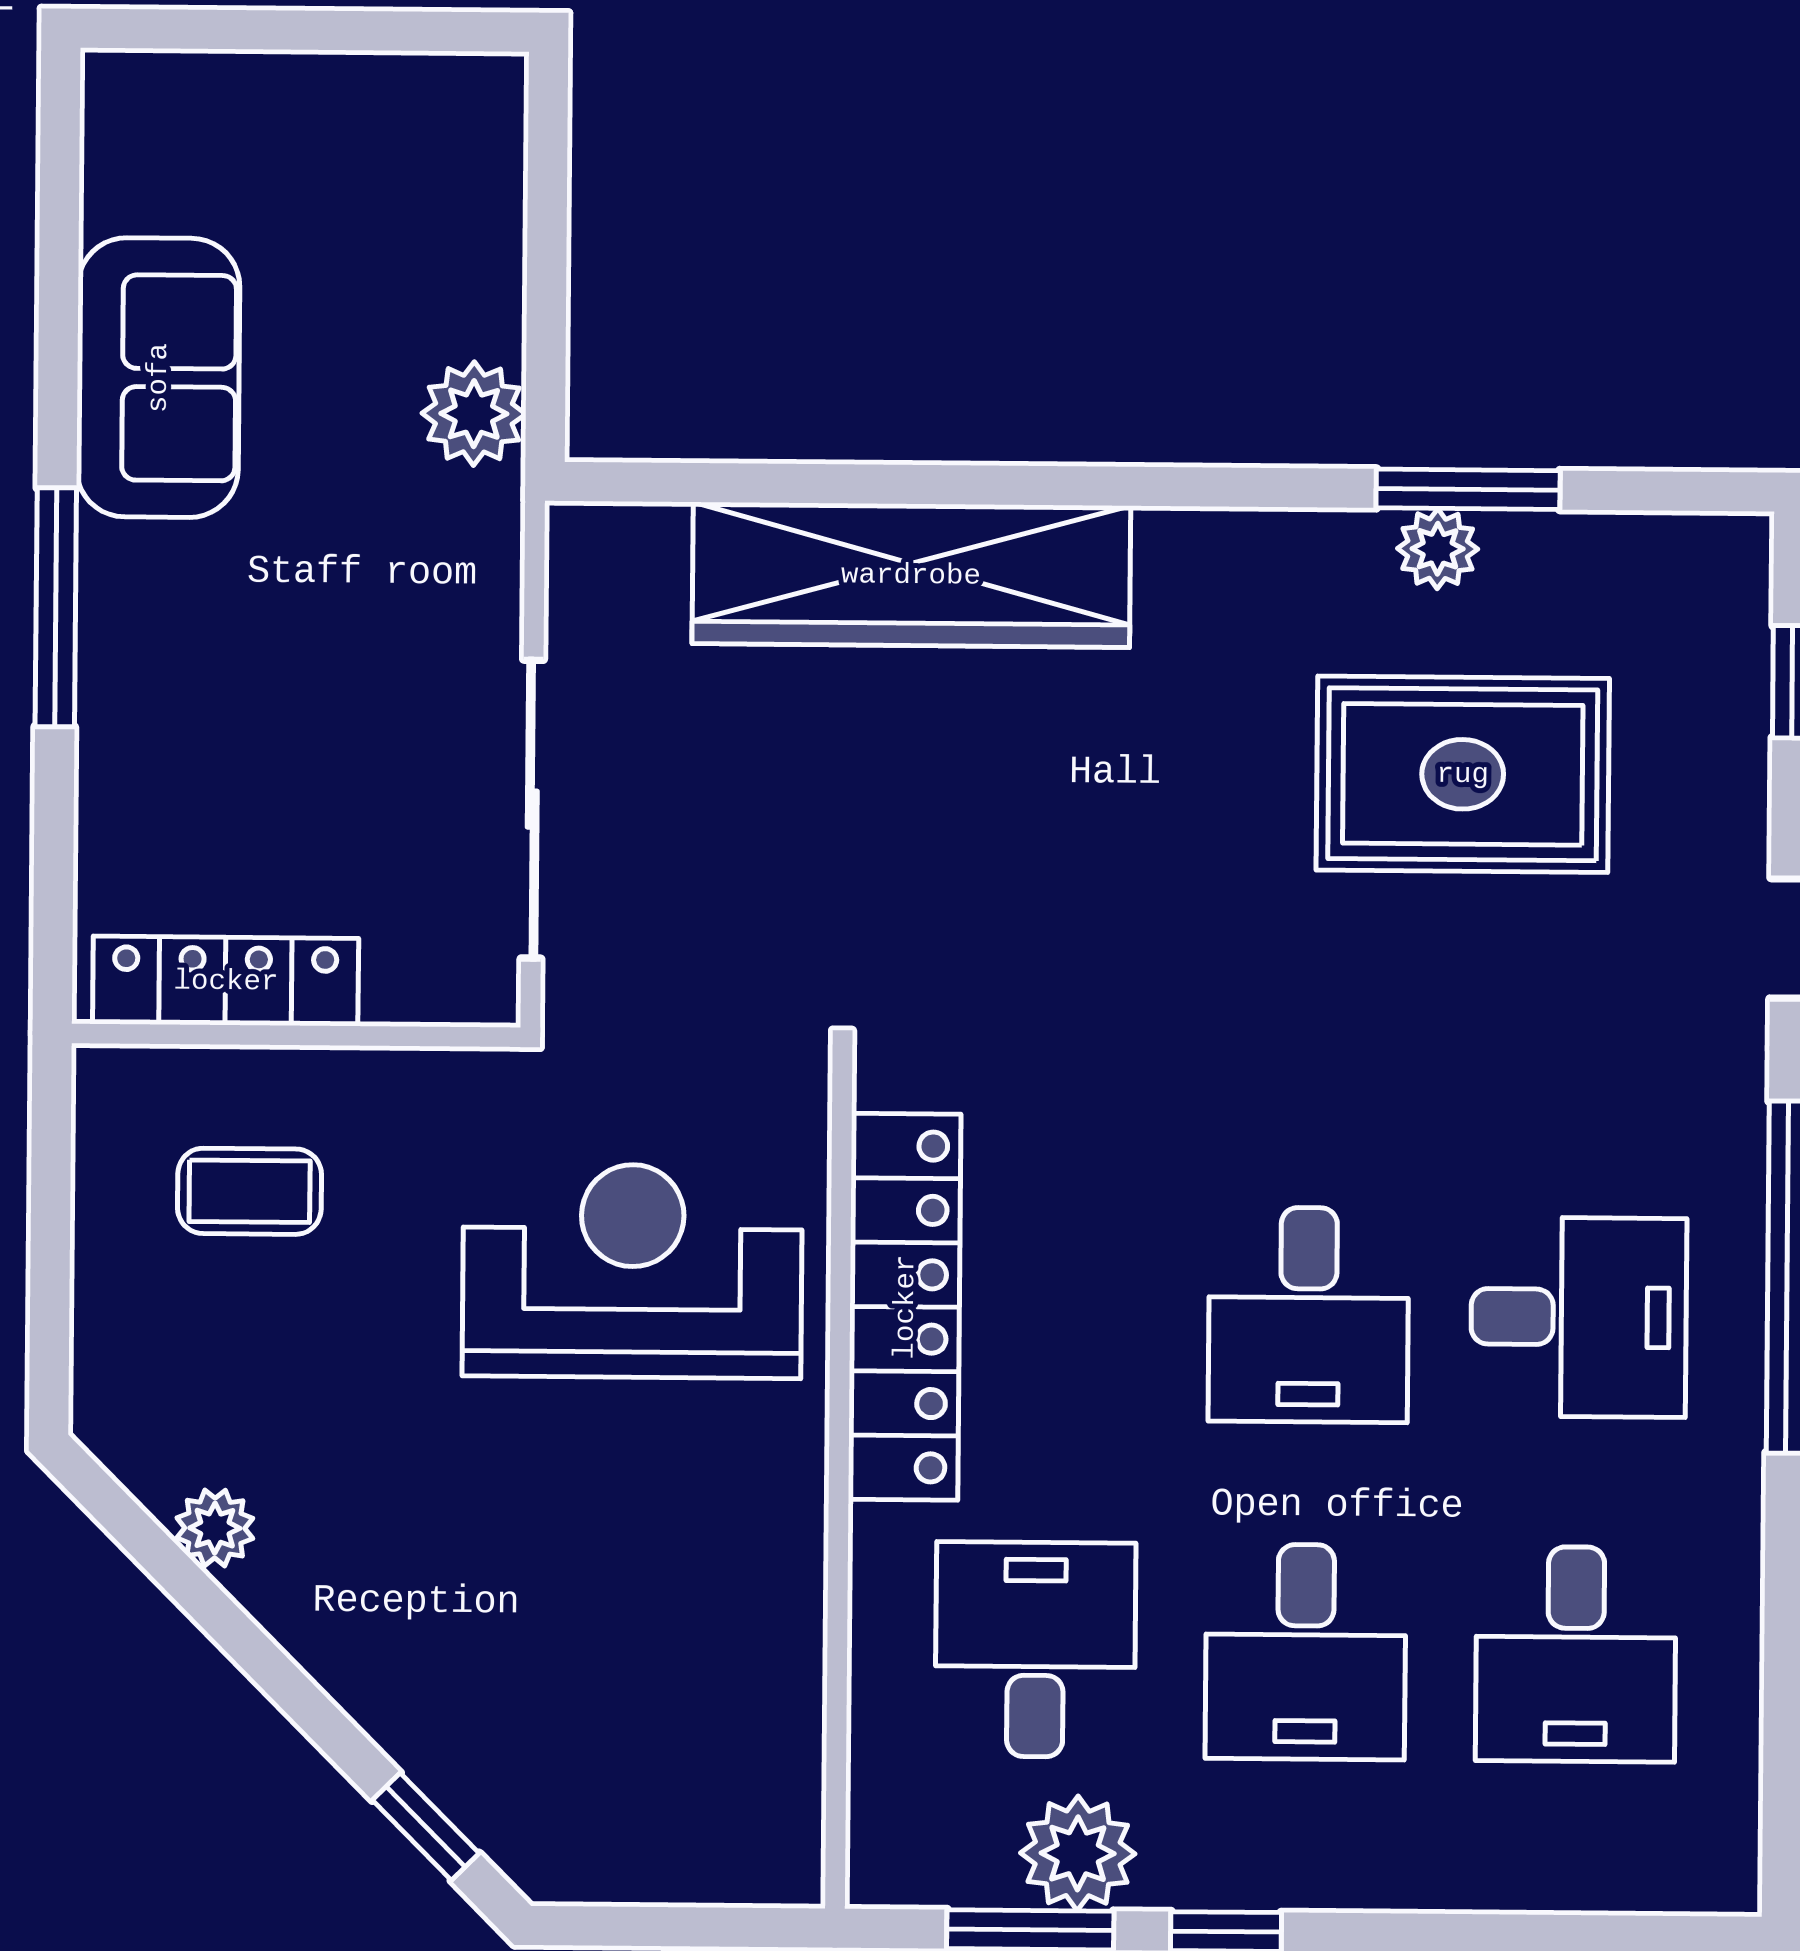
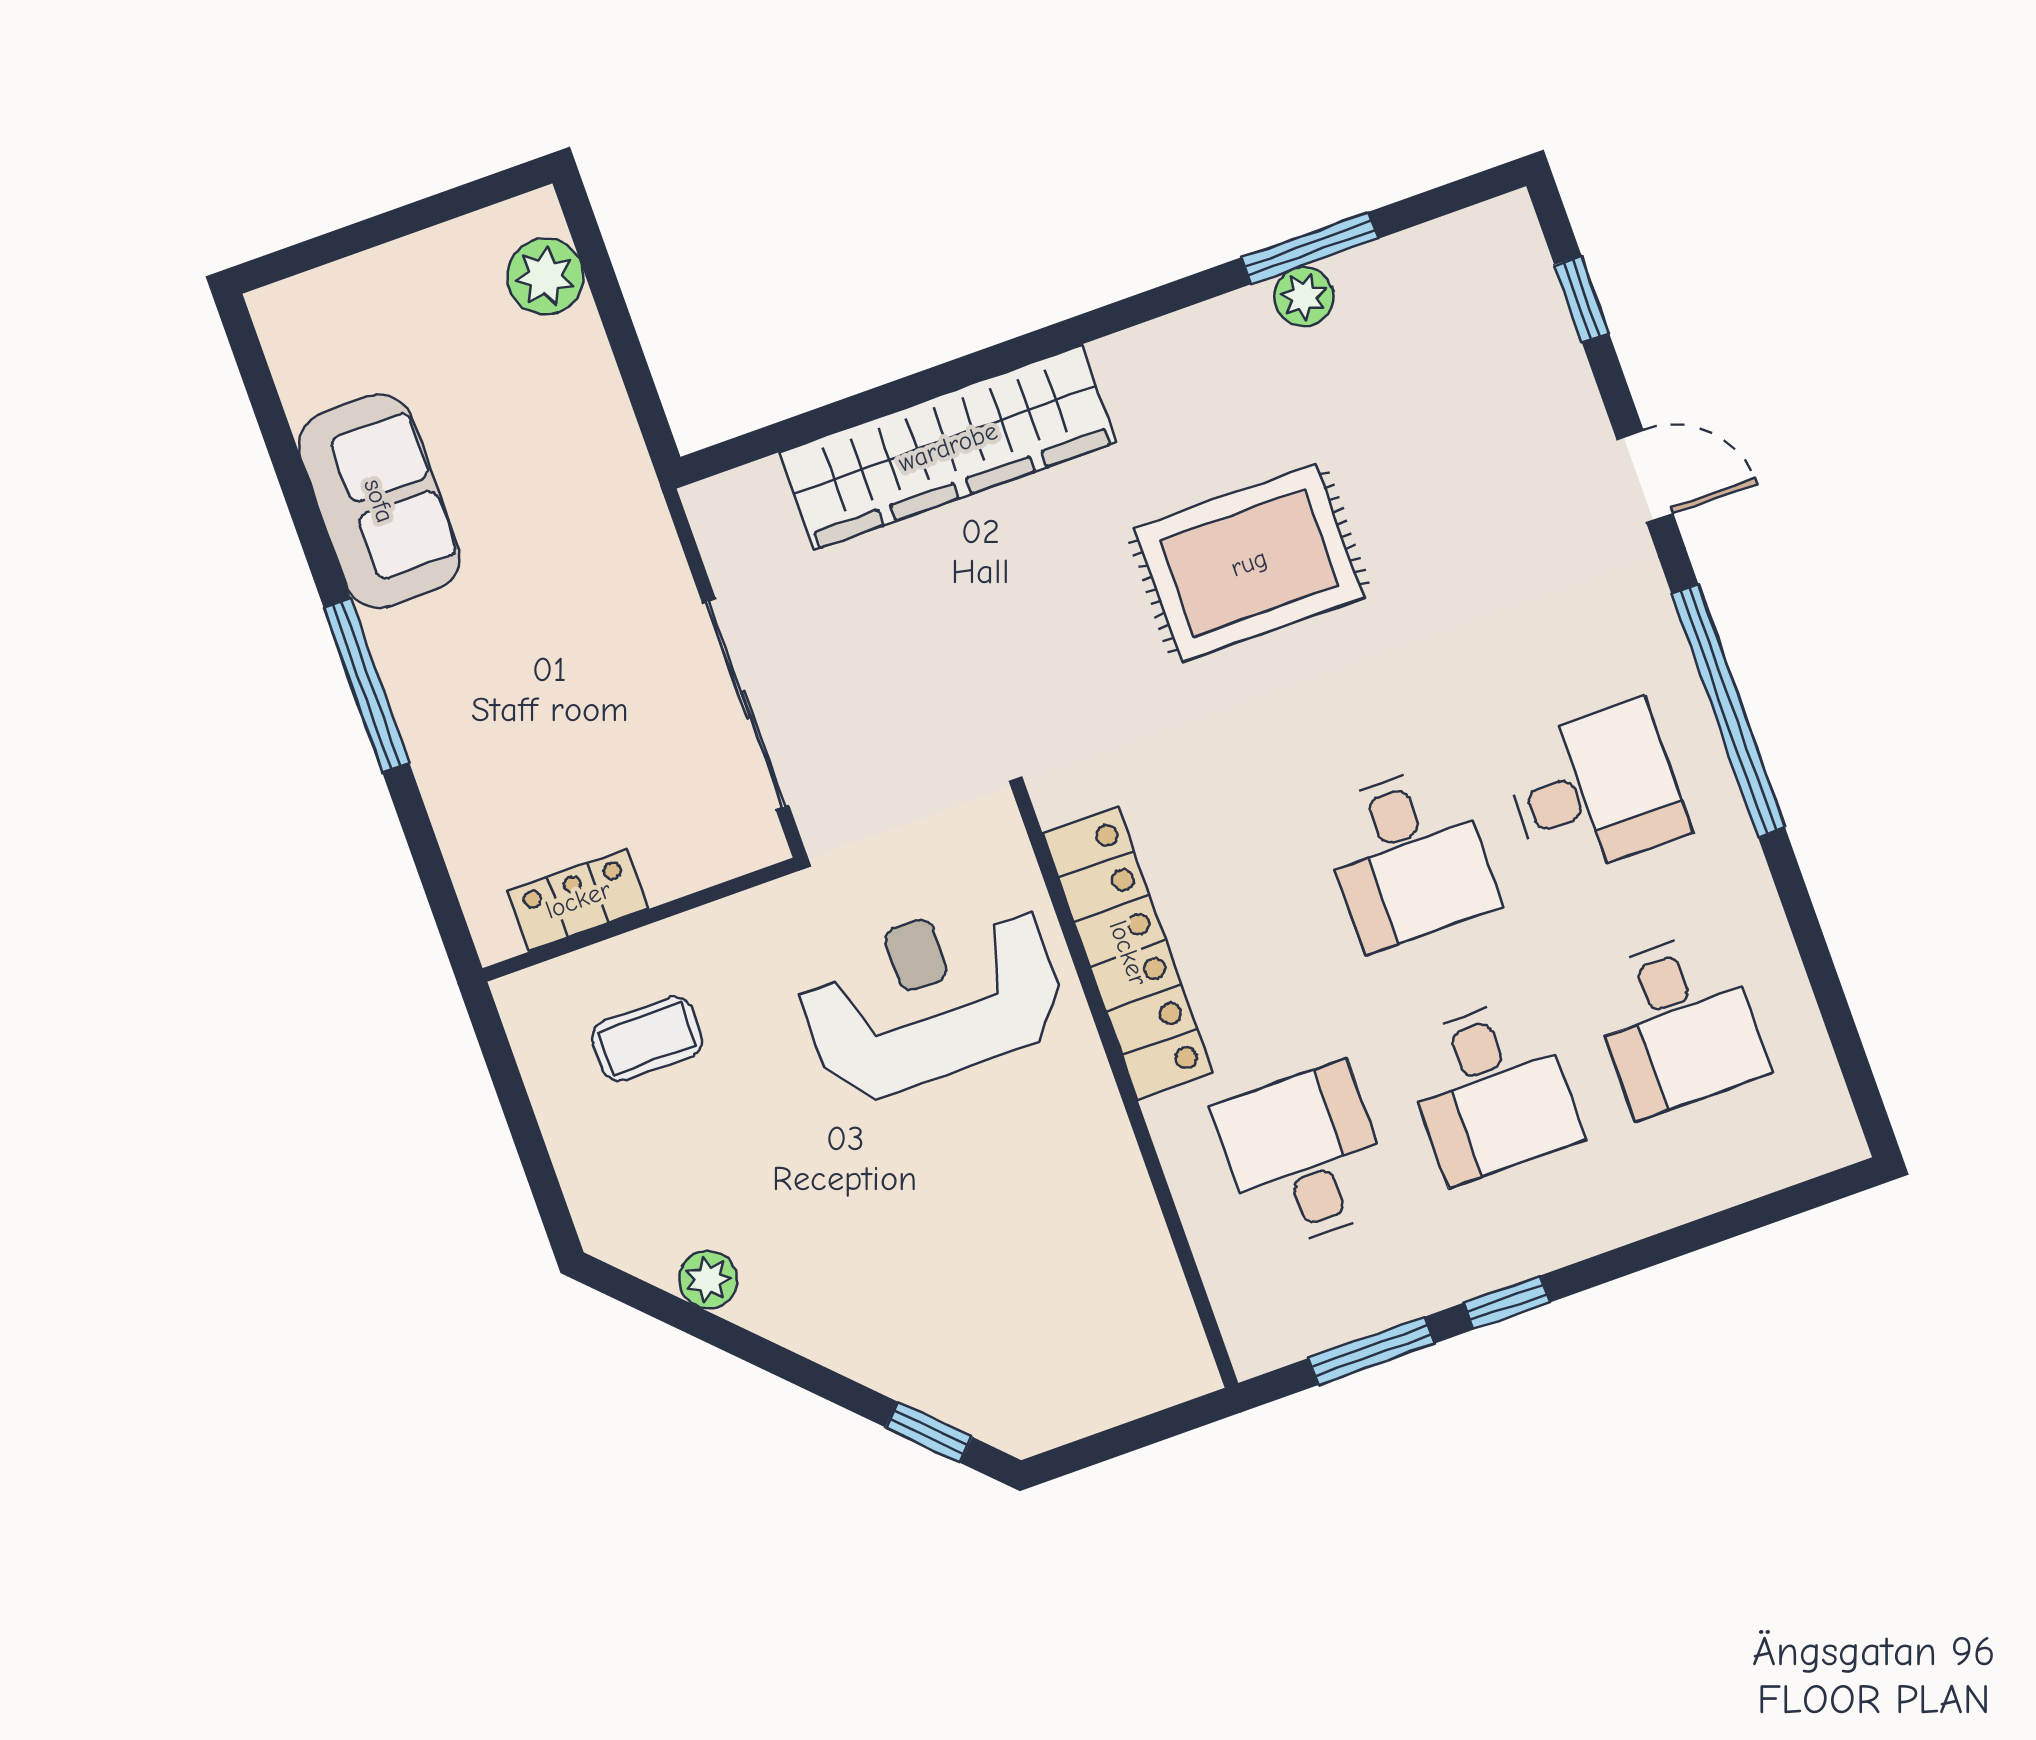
plant: (474, 414) -> (545, 277), moved
rug: (1463, 774) -> (1249, 563), moved
locker: (226, 981) -> (578, 900), width x0.66
plant: (1078, 1853) -> (1385, 1286), removed

